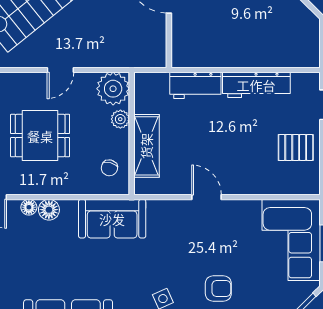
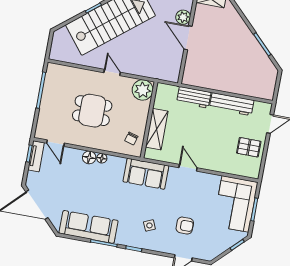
door: (60, 70) -> (112, 72), swing flipped
plant: (120, 119) -> (144, 110), removed
floor lamp: (29, 207) -> (102, 158), moved
sofa: (112, 219) -> (146, 174), moved

